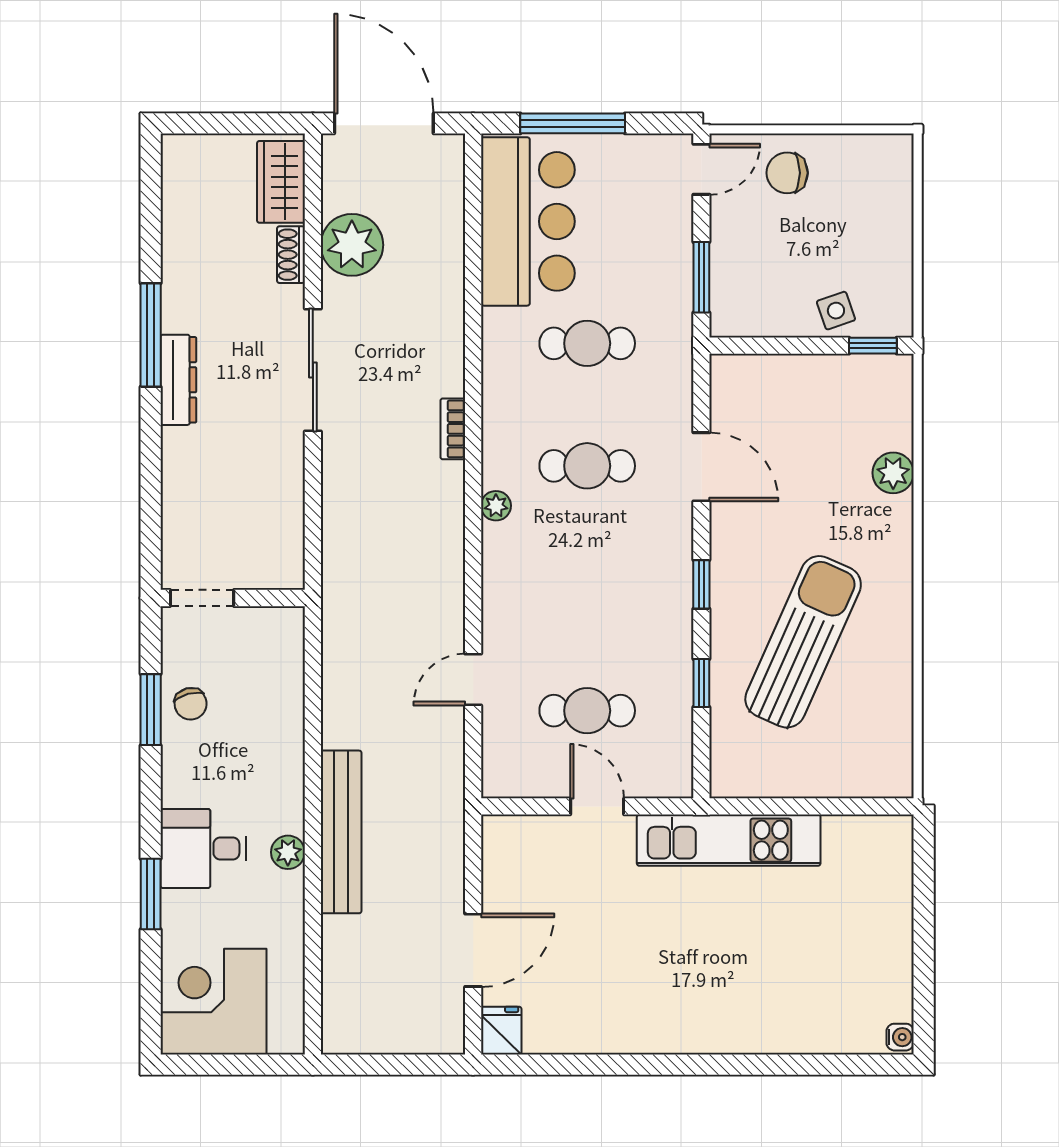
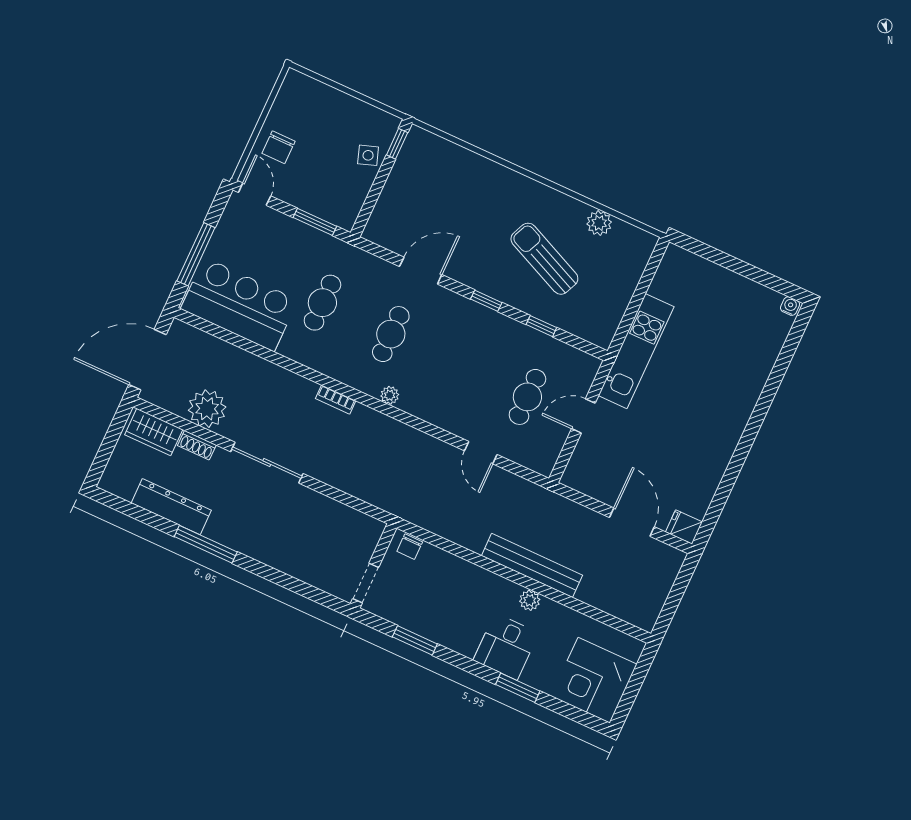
dresser: (178, 380) -> (171, 507), moved, width x1.37, depth x1.24
plant: (893, 473) -> (599, 223), moved
sun lounger: (803, 642) -> (544, 259), width x0.73, depth x0.75
chair: (191, 704) -> (410, 547), moved, turned 105

